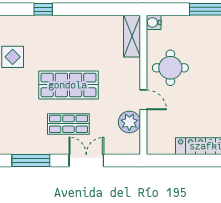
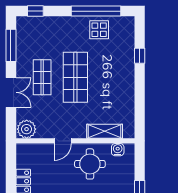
water cooler: (154, 22) -> (118, 150), moved
shelving: (132, 36) -> (105, 131), moved
plant: (129, 122) -> (27, 129), moved

